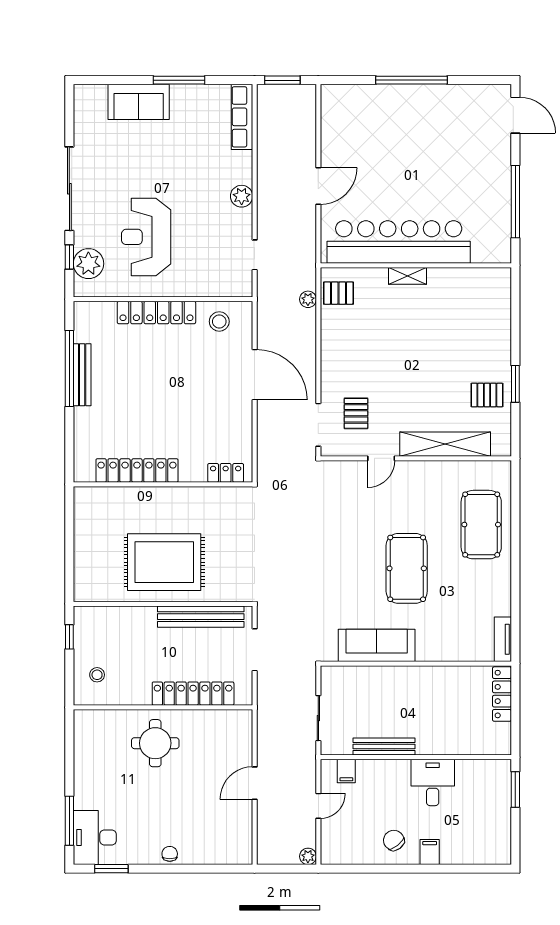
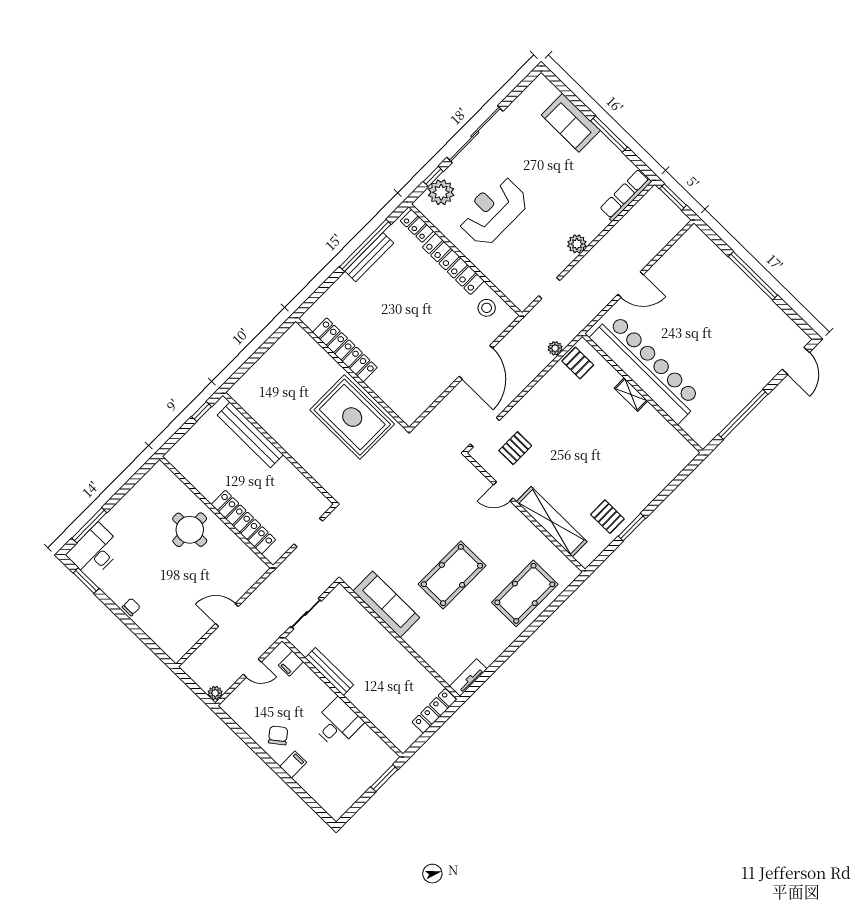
locker: (226, 473) -> (417, 226), moved, turned 180
rug: (164, 562) -> (352, 417), moved
bench: (201, 617) -> (250, 435), moved
stool: (97, 675) -> (195, 452), removed

